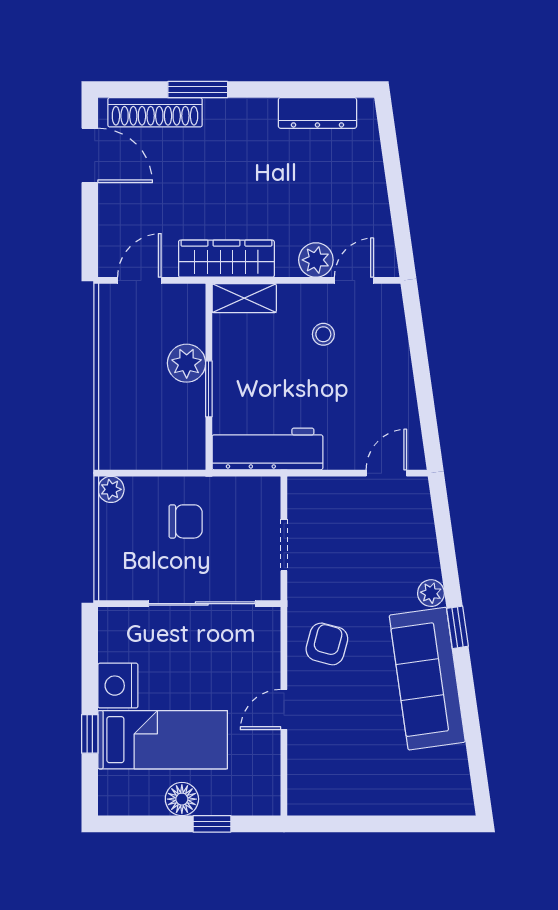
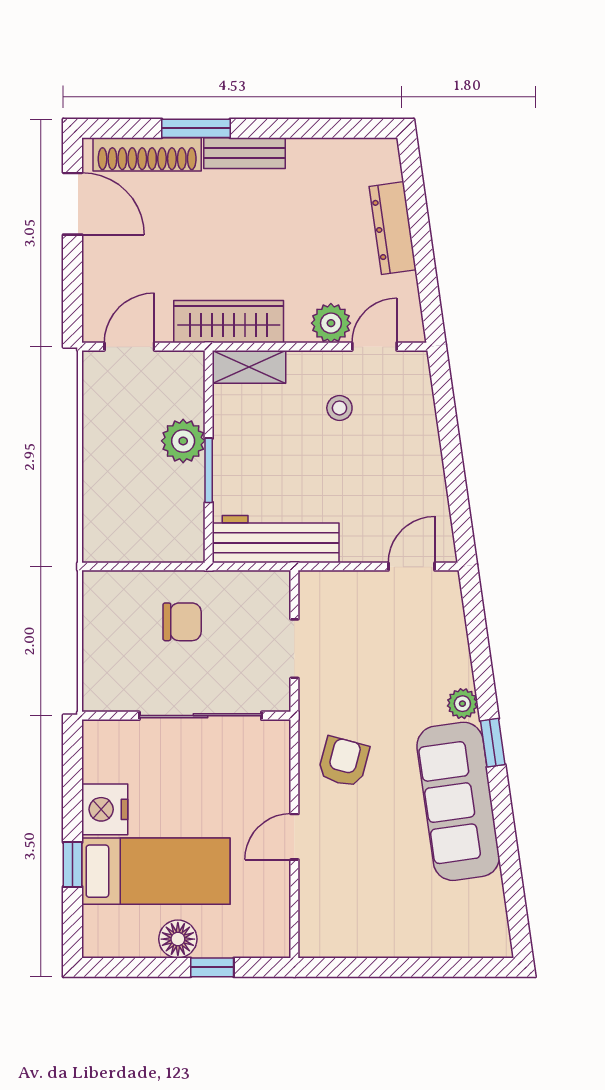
bench: (240, 111) -> (245, 153), added
dresser: (317, 113) -> (393, 228), moved, turned 82
plant: (111, 489) -> (97, 585), removed

